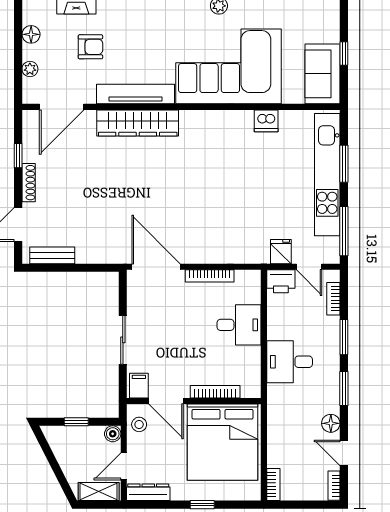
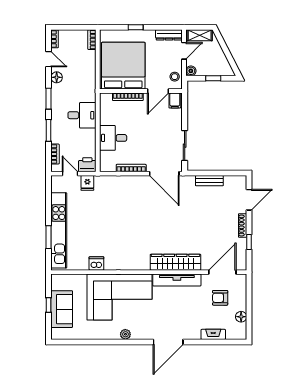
armchair: (90, 47) -> (220, 298), moved
plant: (30, 69) -> (242, 295), removed
sofa: (323, 74) -> (62, 309), moved
window: (344, 231) -> (49, 196), removed
bench: (52, 255) -> (209, 181), moved
sliding door: (123, 340) -> (185, 146), moved
door: (166, 401) -> (158, 91), swing flipped

